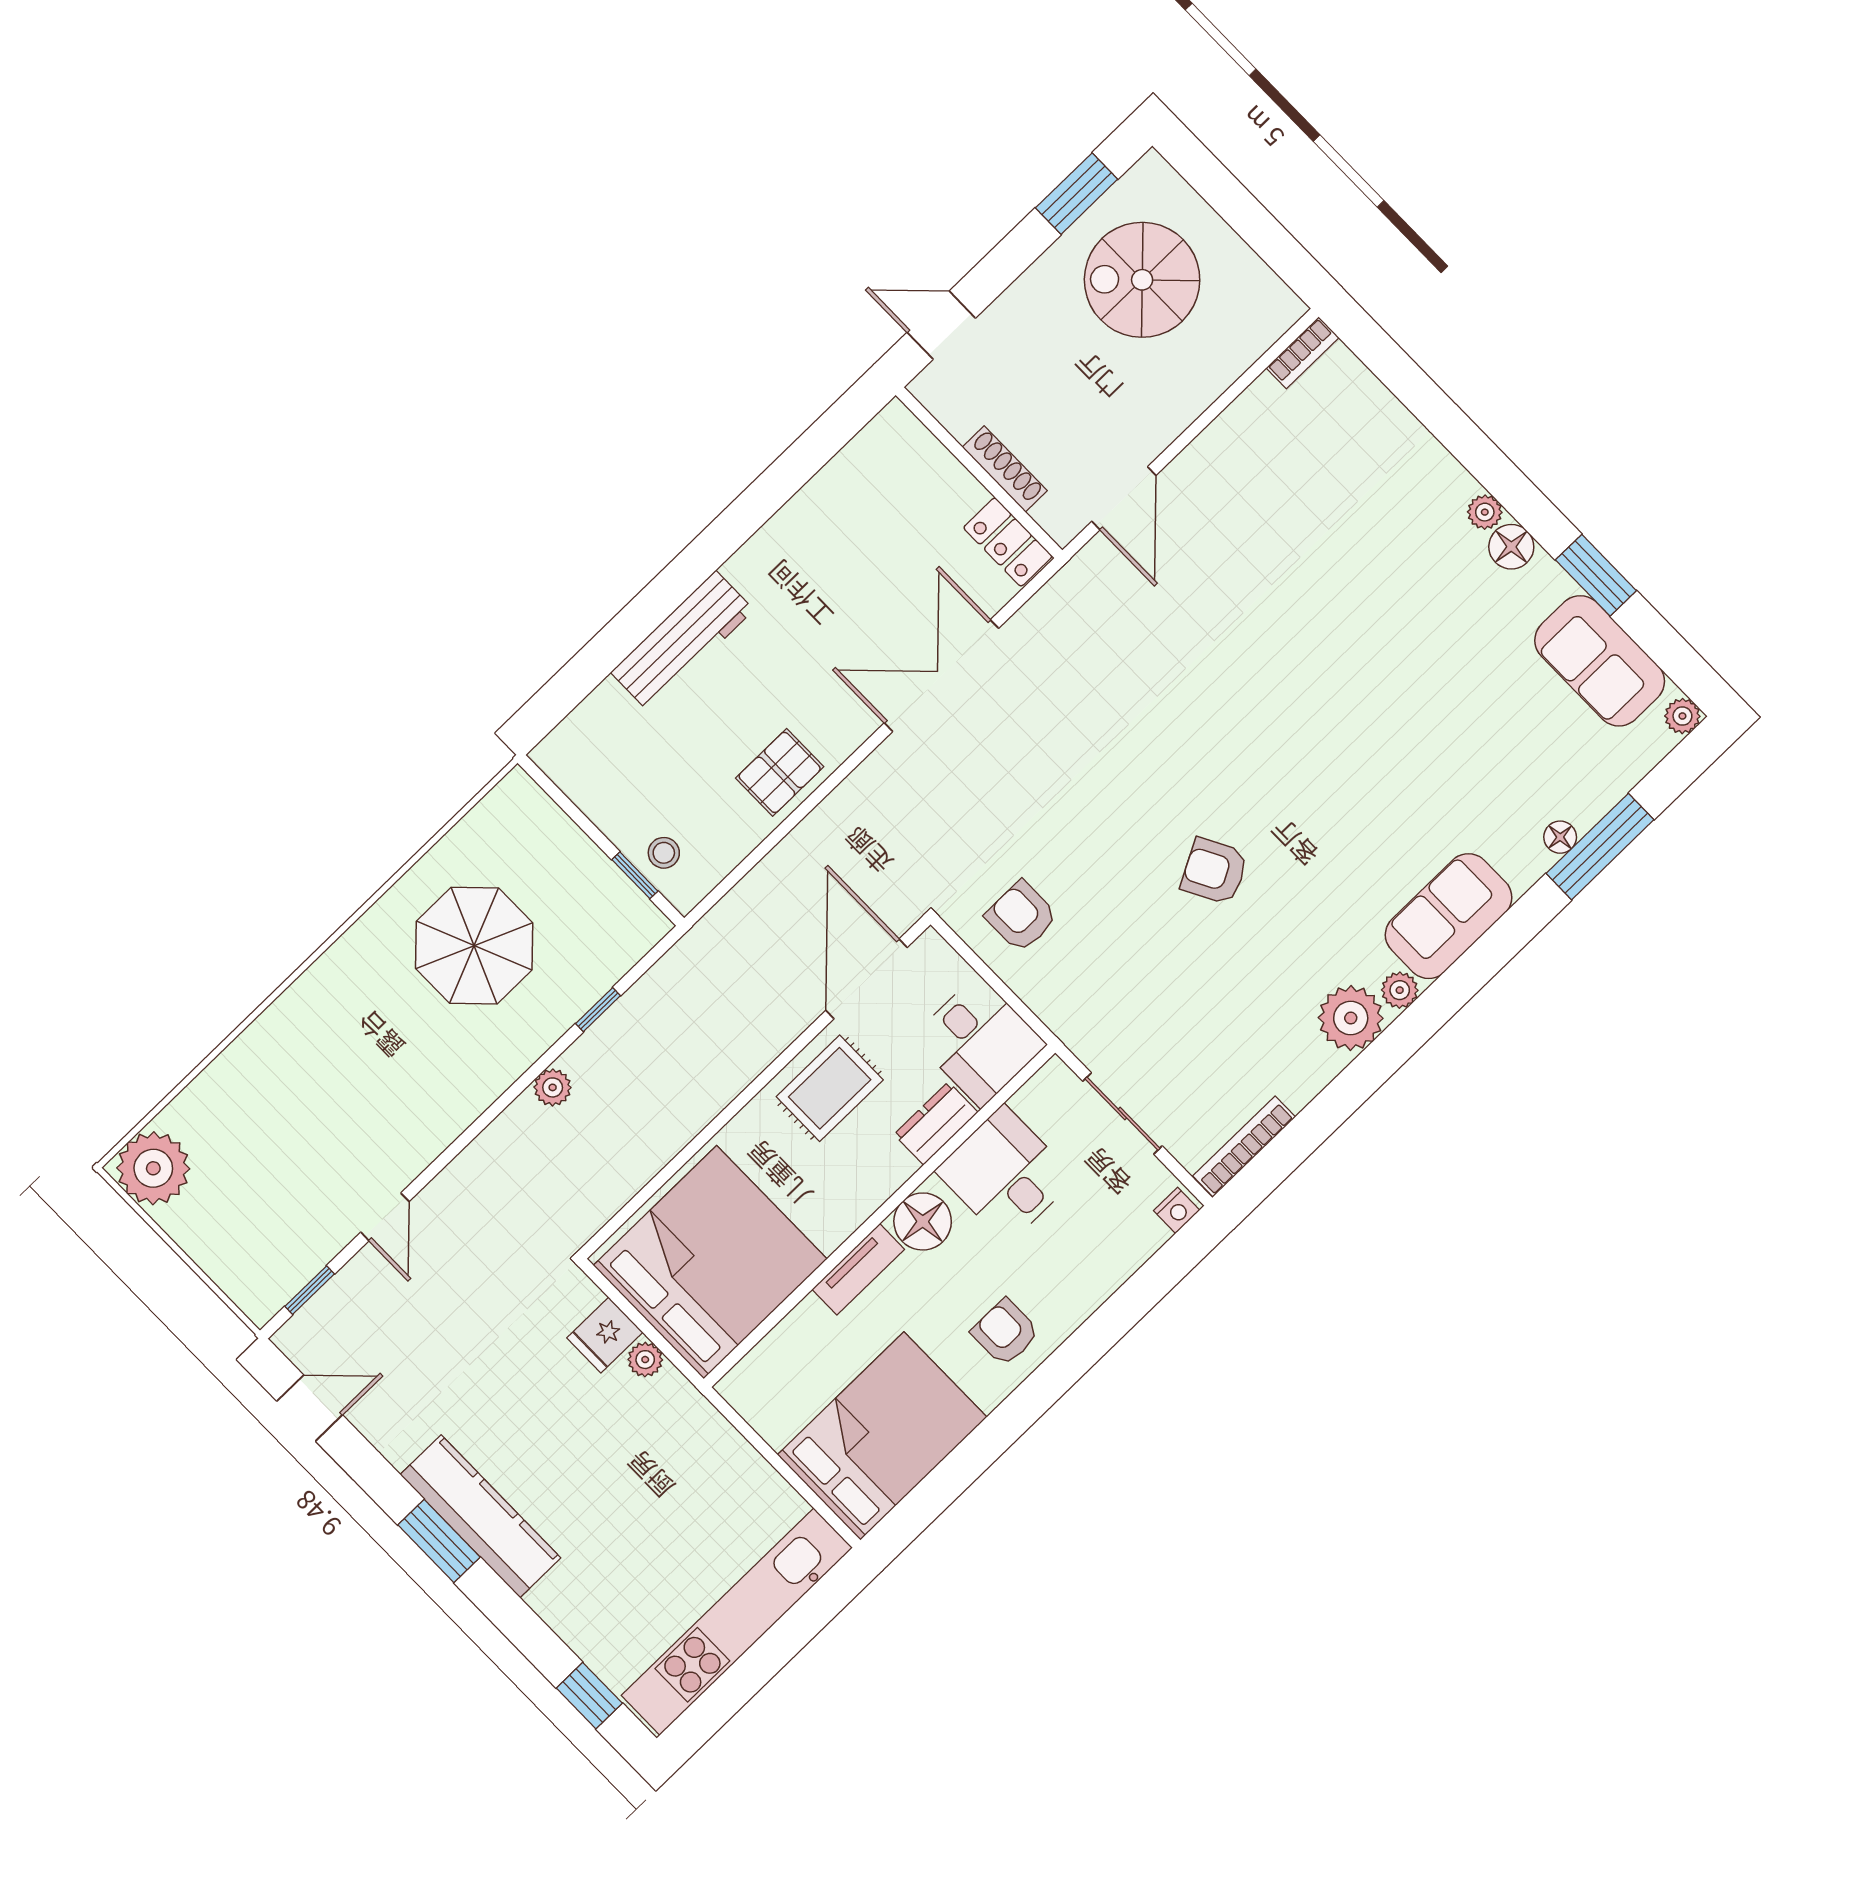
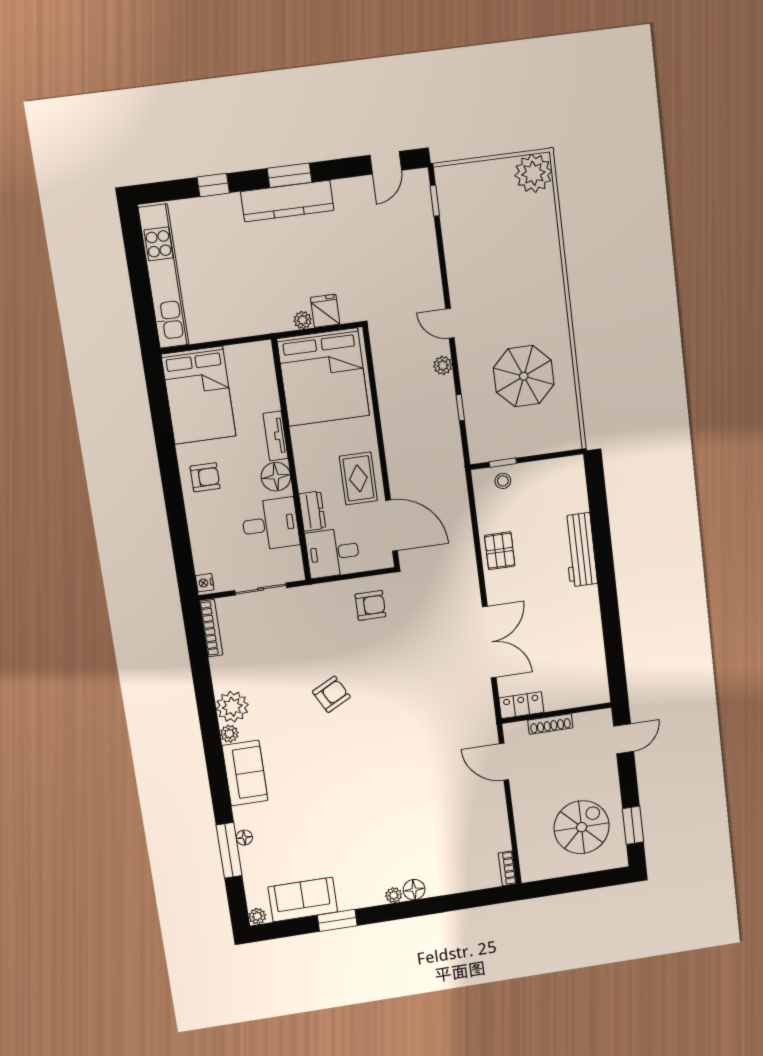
floor lamp: (1511, 547) -> (414, 890), moved
door: (385, 1217) -> (450, 323), moved
window: (589, 1696) -> (213, 185), moved

